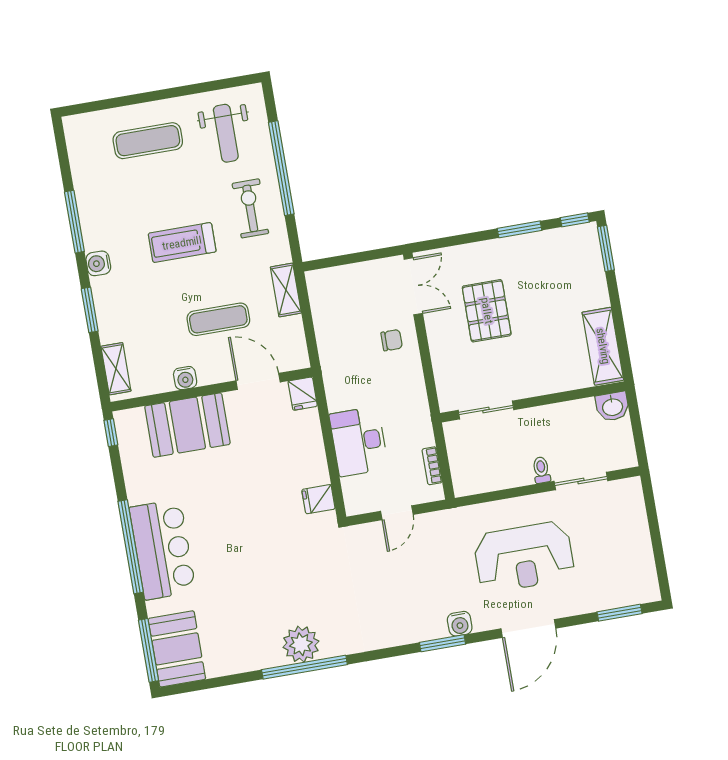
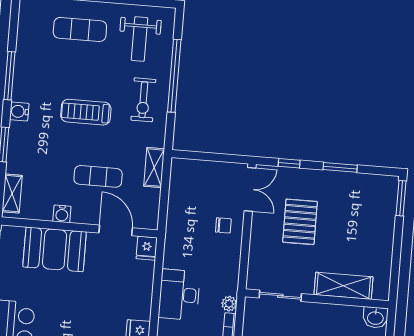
exercise bike: (250, 208) -> (143, 100), turned 180
window: (575, 220) -> (289, 163), moved
shelving: (603, 346) -> (344, 286), moved, turned 90
plant: (424, 437) -> (229, 304), added

